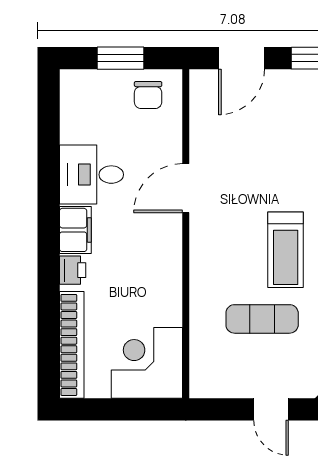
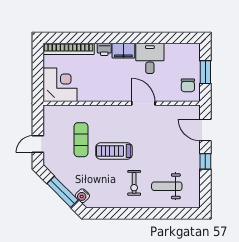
chair: (148, 95) -> (188, 85), turned -90

